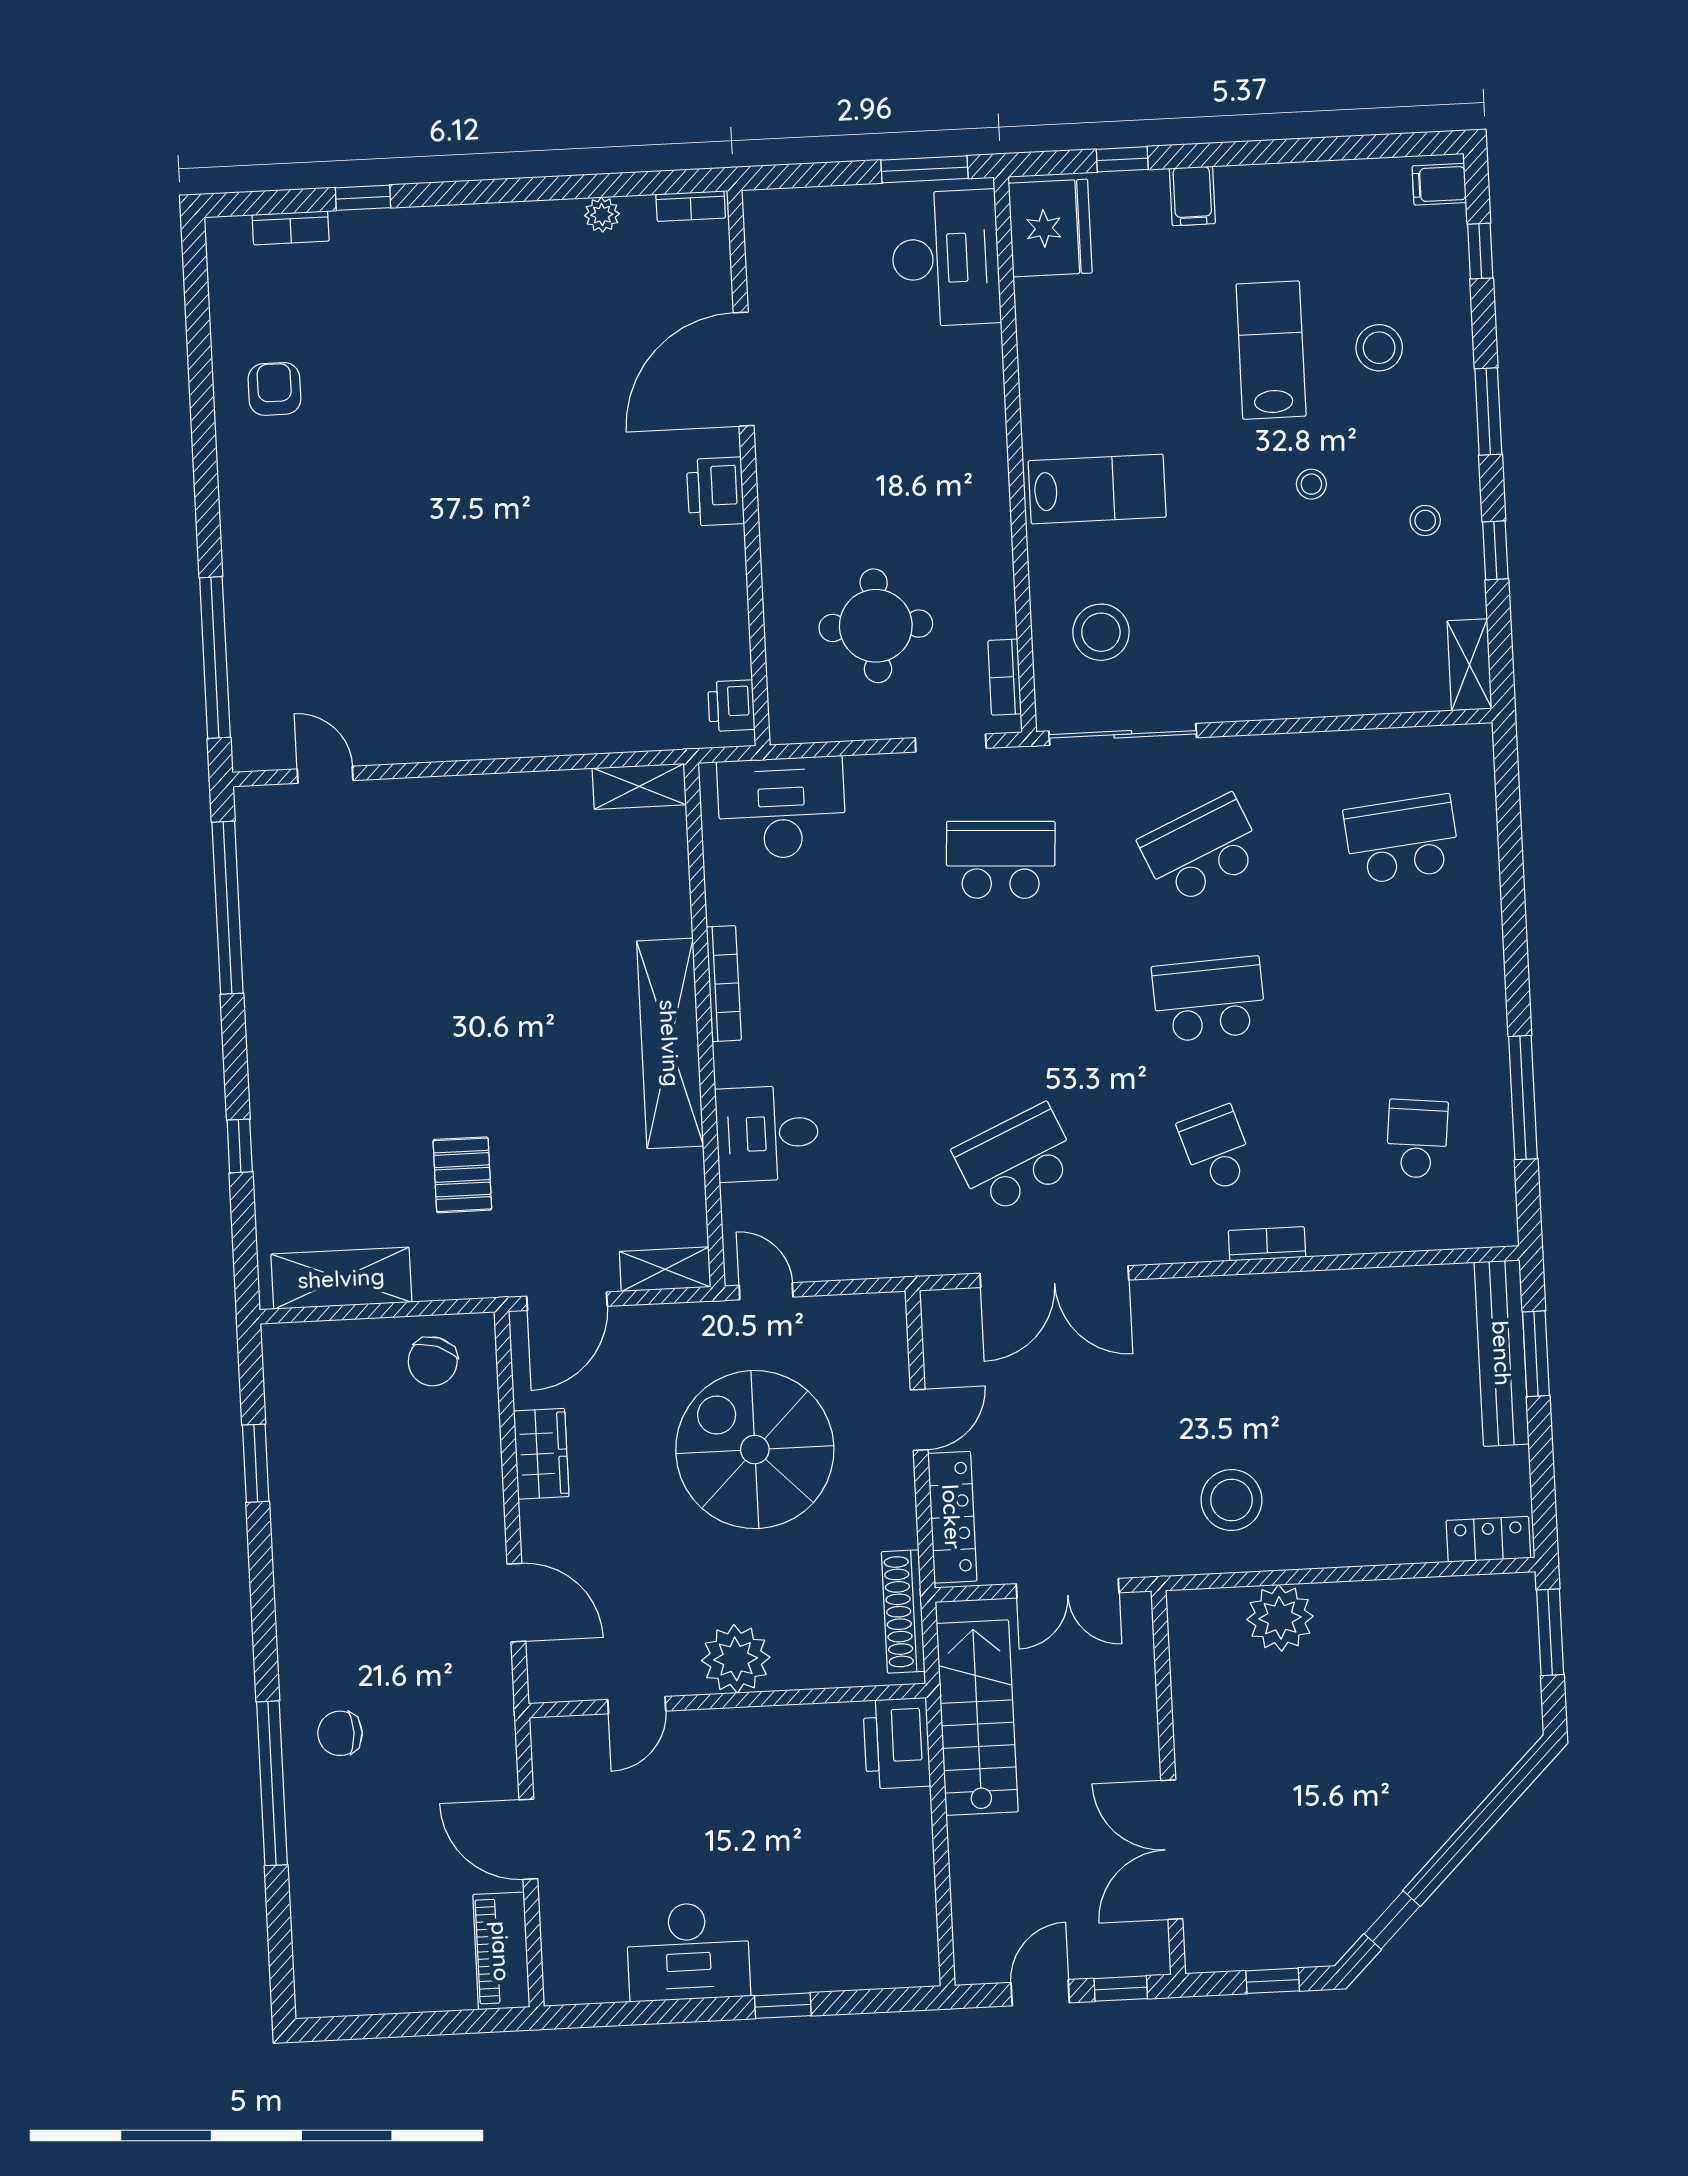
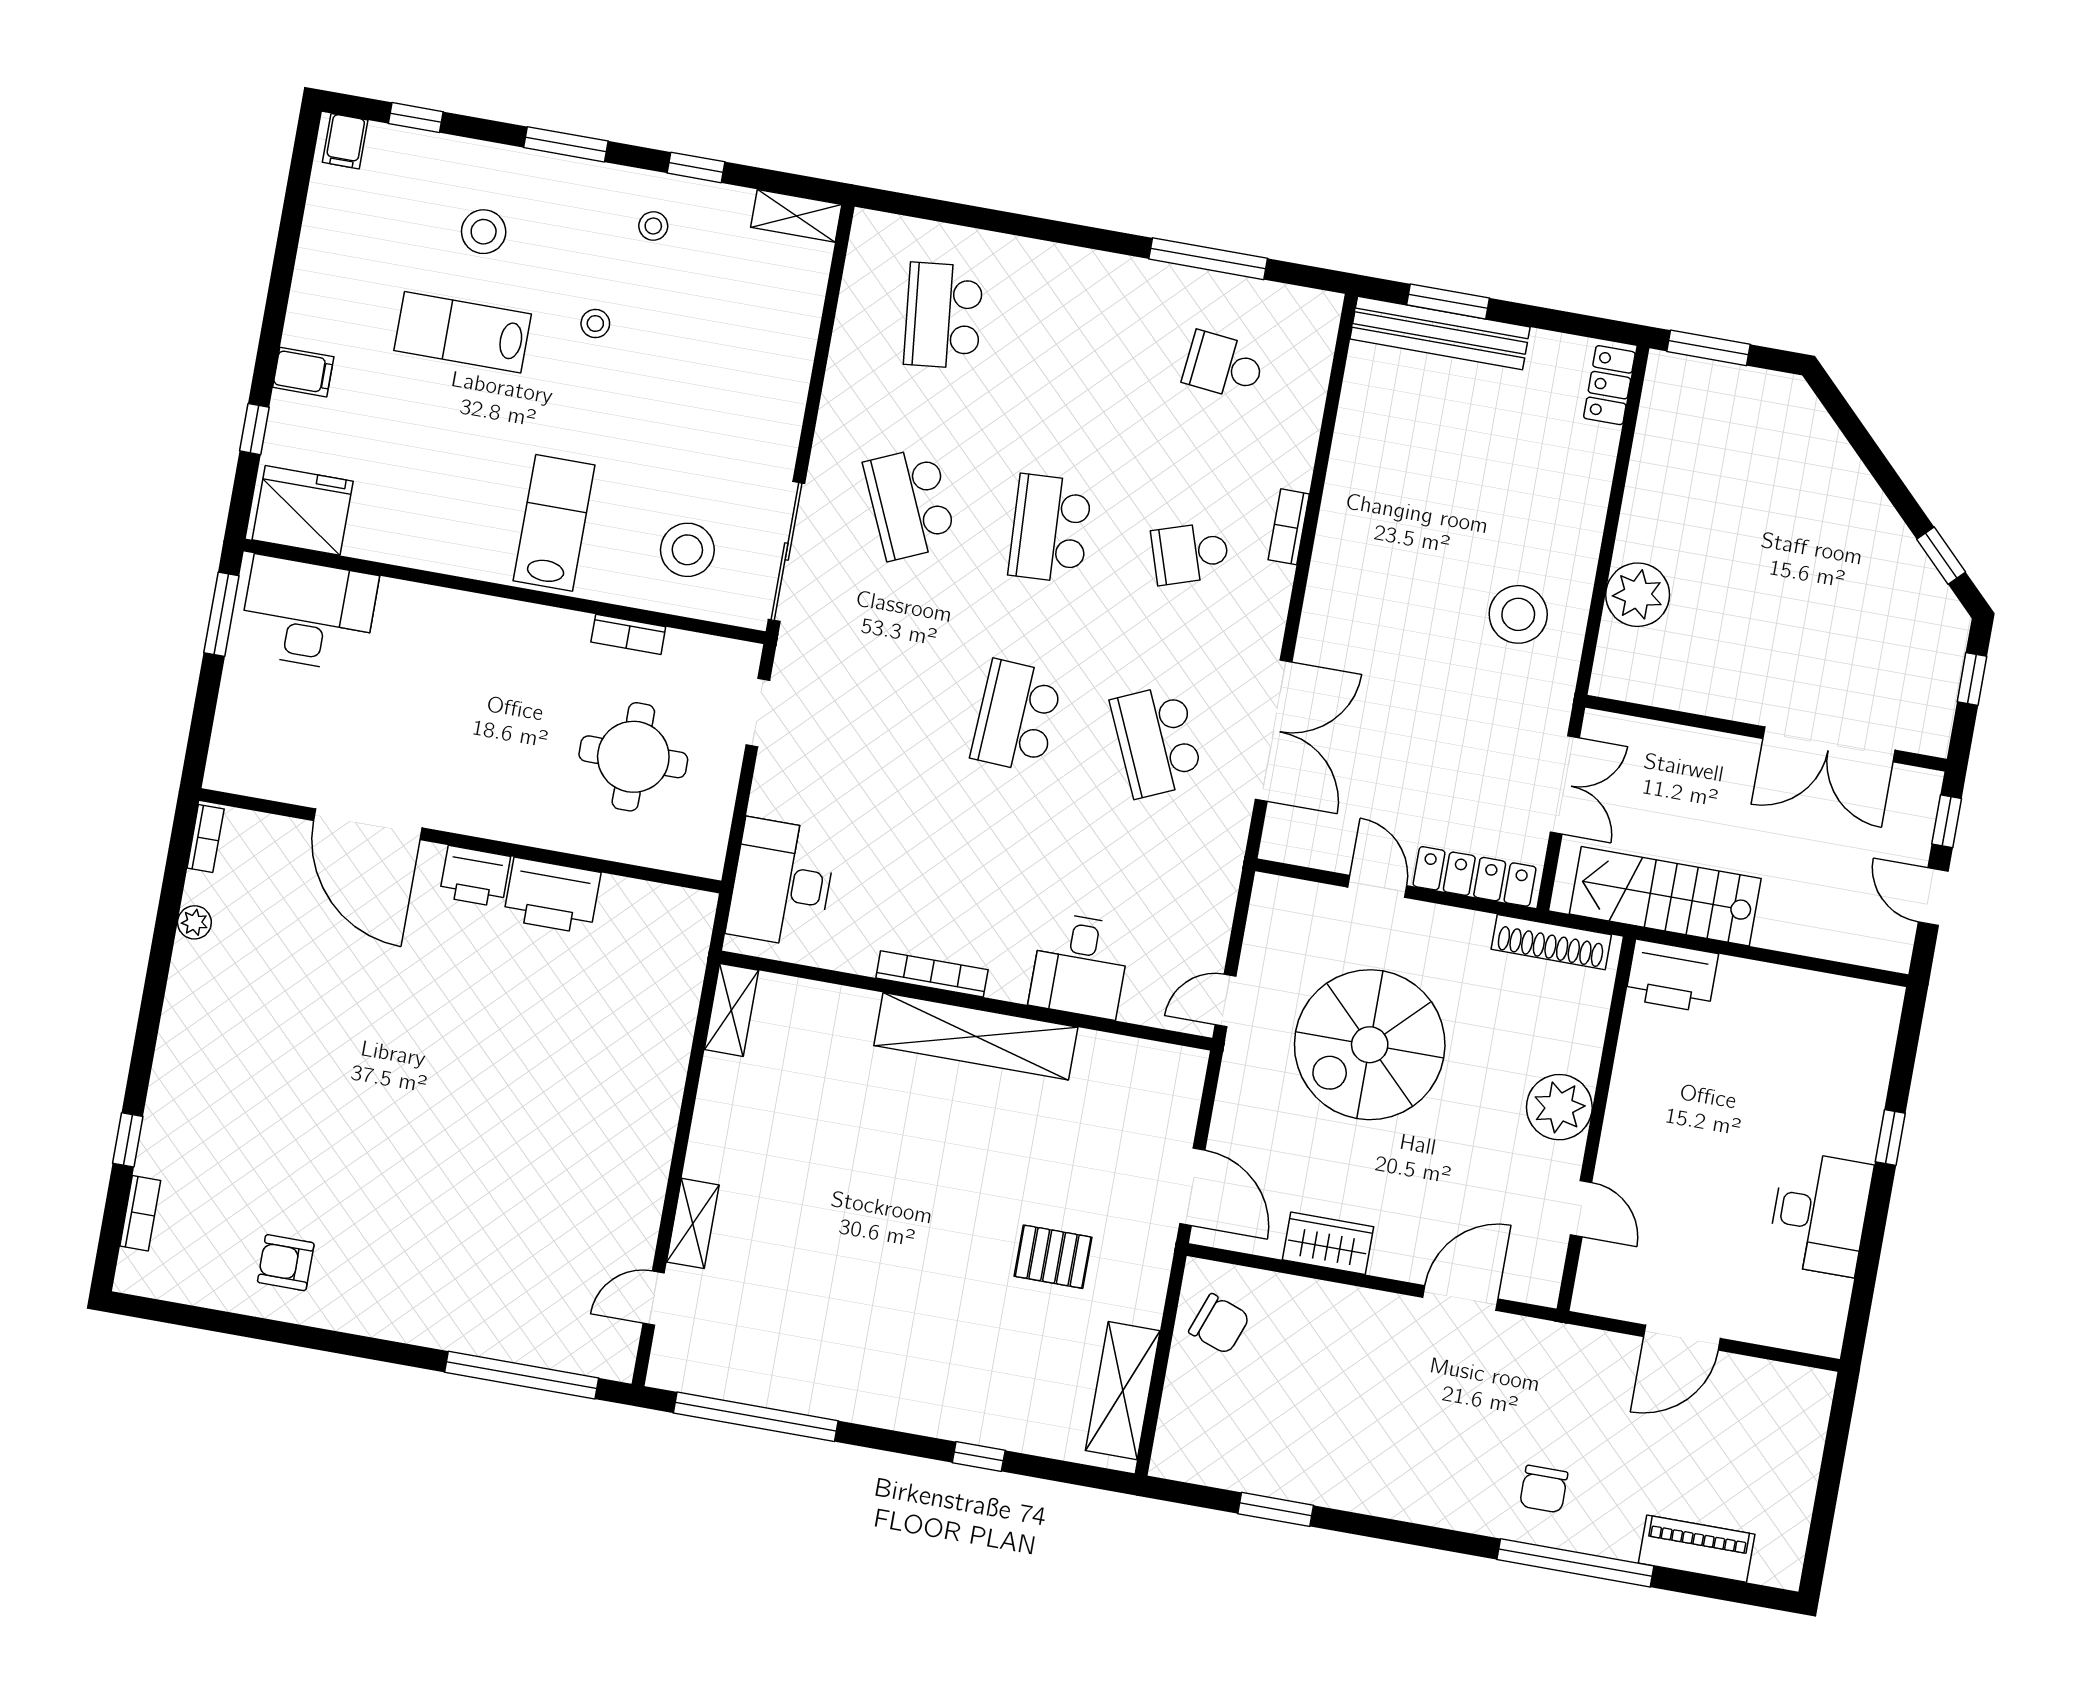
bookcase: (1005, 677) -> (628, 634), moved
printer: (731, 706) -> (552, 896), moved, width x1.87, depth x1.48
school desk: (1001, 860) -> (1017, 716), moved
shelving: (665, 1269) -> (693, 1223), moved
piano: (501, 1951) -> (1697, 1549), moved, turned 180

